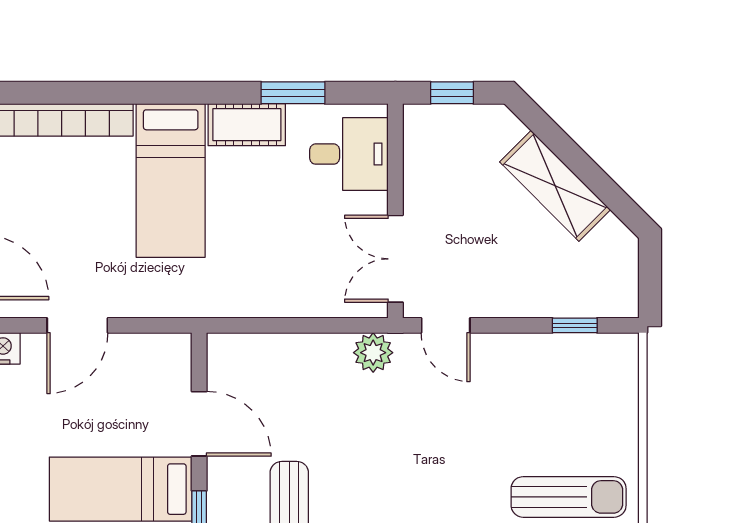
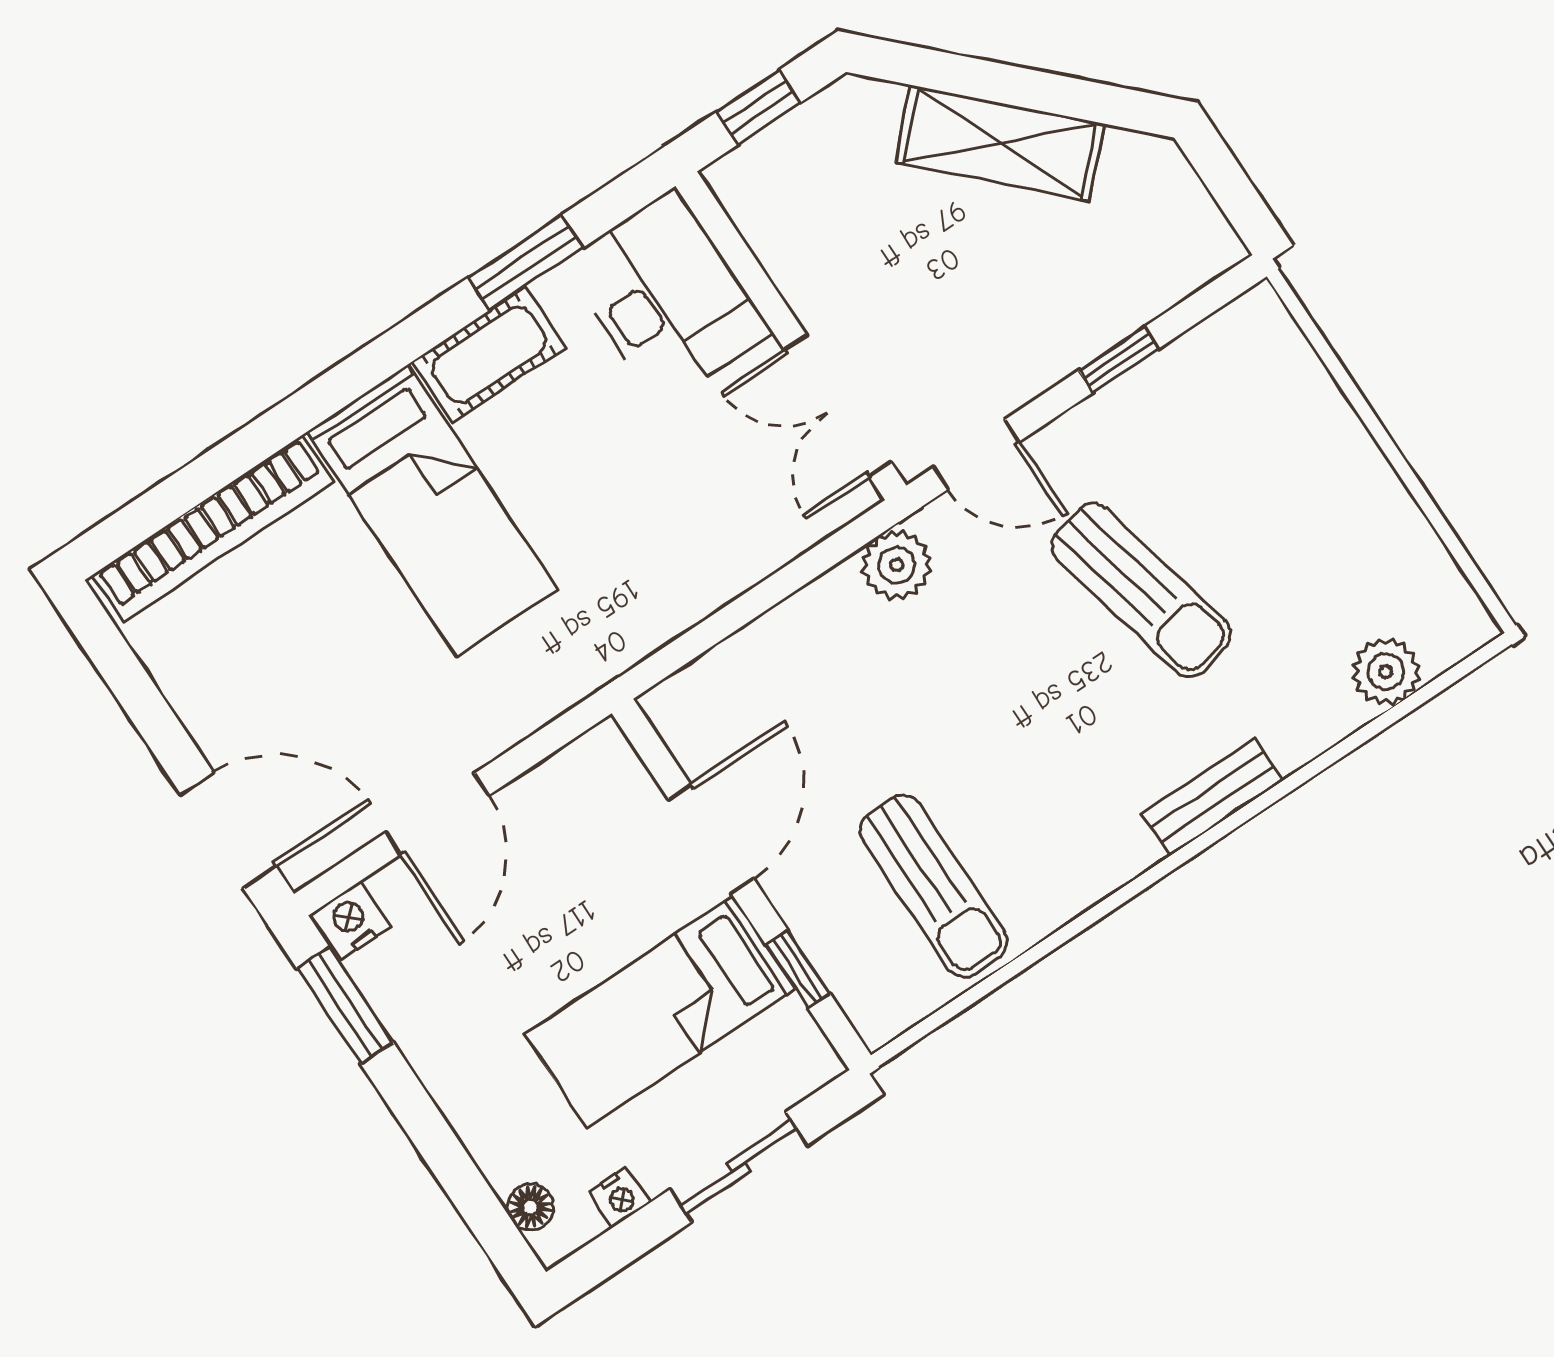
desk: (349, 154) -> (667, 298), width x1.37
window: (575, 325) -> (1119, 360), moved
door: (199, 424) -> (711, 839), hinge flipped
sun lounger: (569, 497) -> (1141, 590), moved, turned 77

